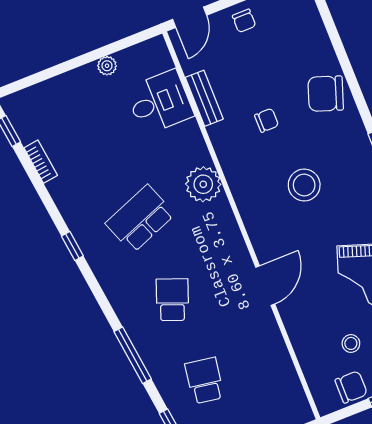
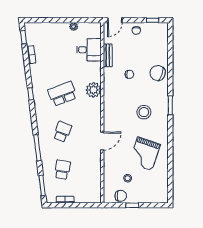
stool: (304, 185) -> (144, 112), moved

